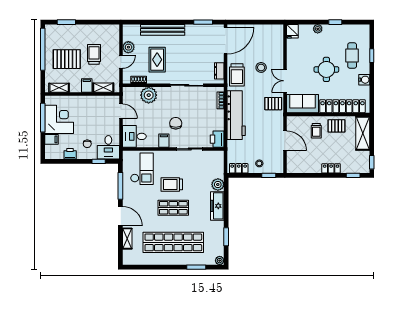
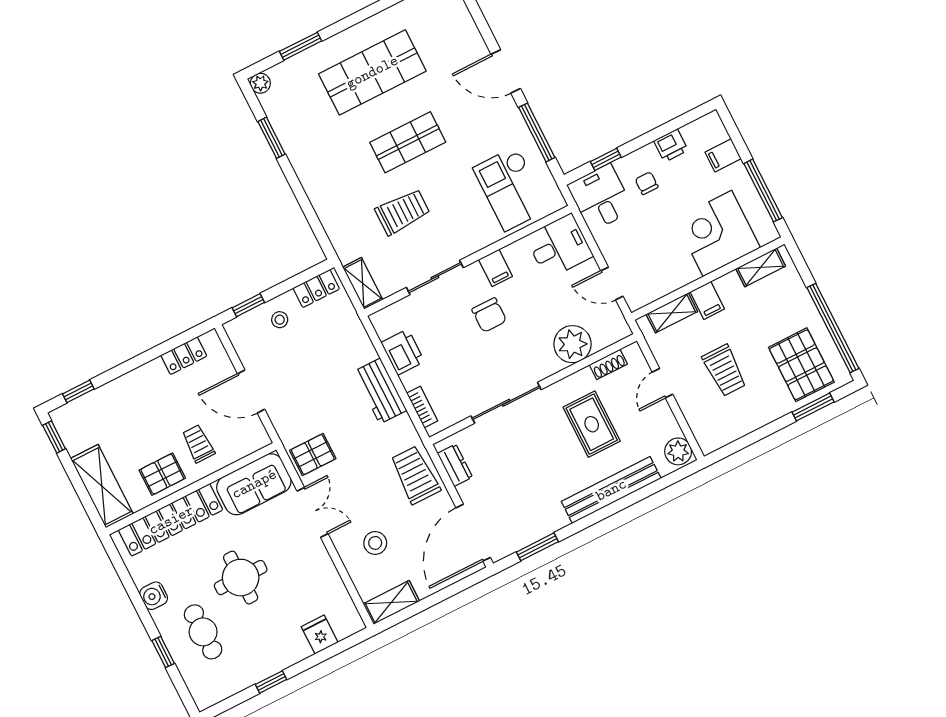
shelving: (272, 29) -> (391, 602), added
plant: (318, 29) -> (300, 651), removed
fridge: (292, 31) -> (320, 634), moved
plant: (128, 47) -> (678, 451), moved
pallet: (67, 59) -> (801, 365), moved, turned 90
stool: (261, 67) -> (375, 543), moved
workbench: (236, 115) -> (380, 391), width x0.53, depth x0.76
corner desk: (59, 119) -> (717, 233), moved, turned 90
printer: (217, 139) -> (403, 352), moved
locker: (331, 168) -> (184, 356), moved
trolley: (172, 184) -> (403, 212), moved
plant: (218, 185) -> (342, 235), removed
freezer: (217, 206) -> (321, 191), removed
shelving: (127, 239) -> (363, 283), moved
shop shelf: (173, 242) -> (372, 72), width x0.71

